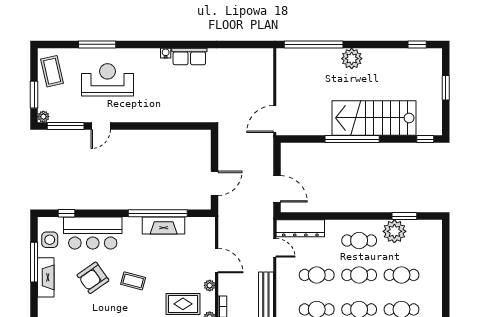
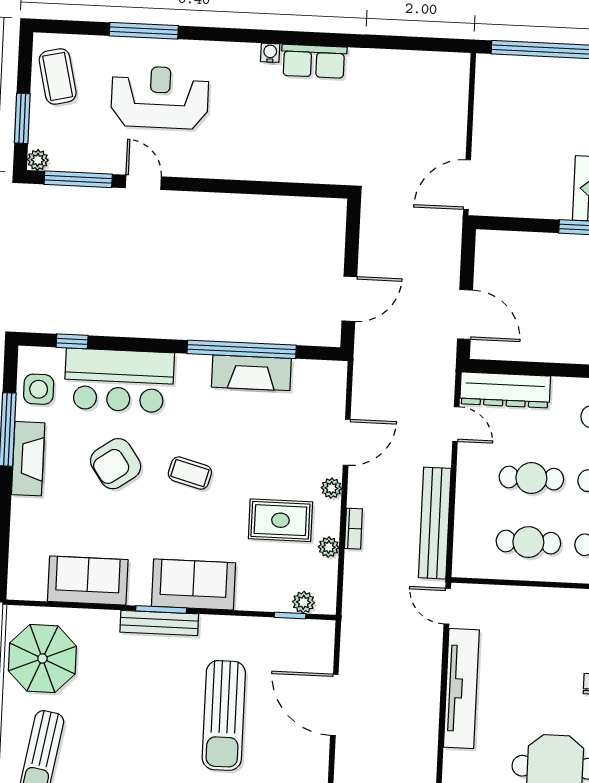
door: (101, 126) -> (143, 182), swing flipped
door: (217, 260) -> (347, 442), hinge flipped

